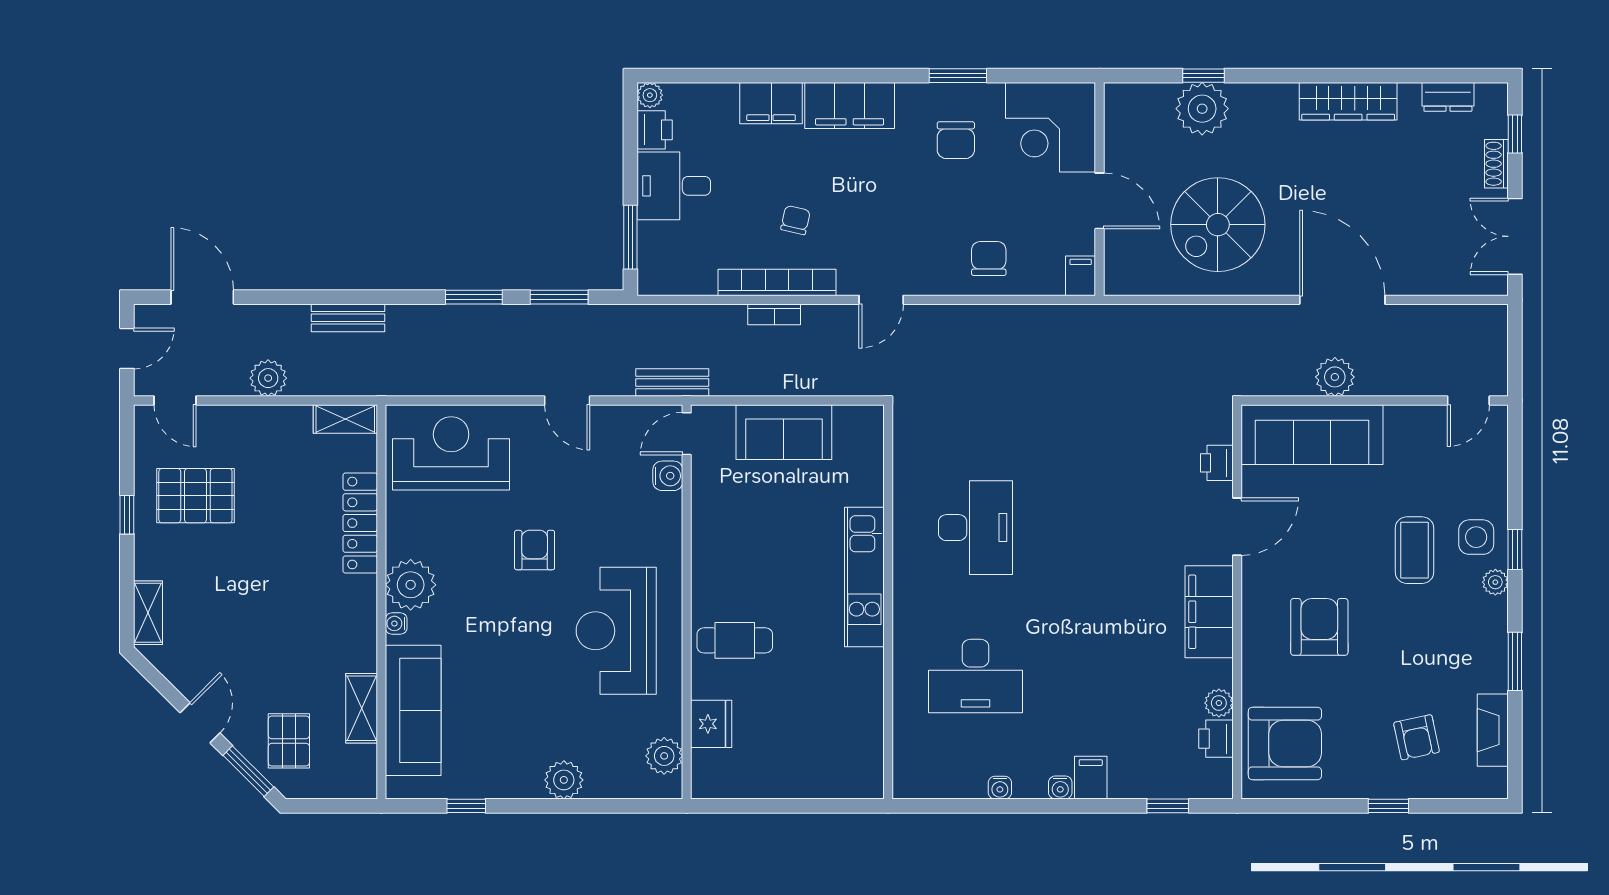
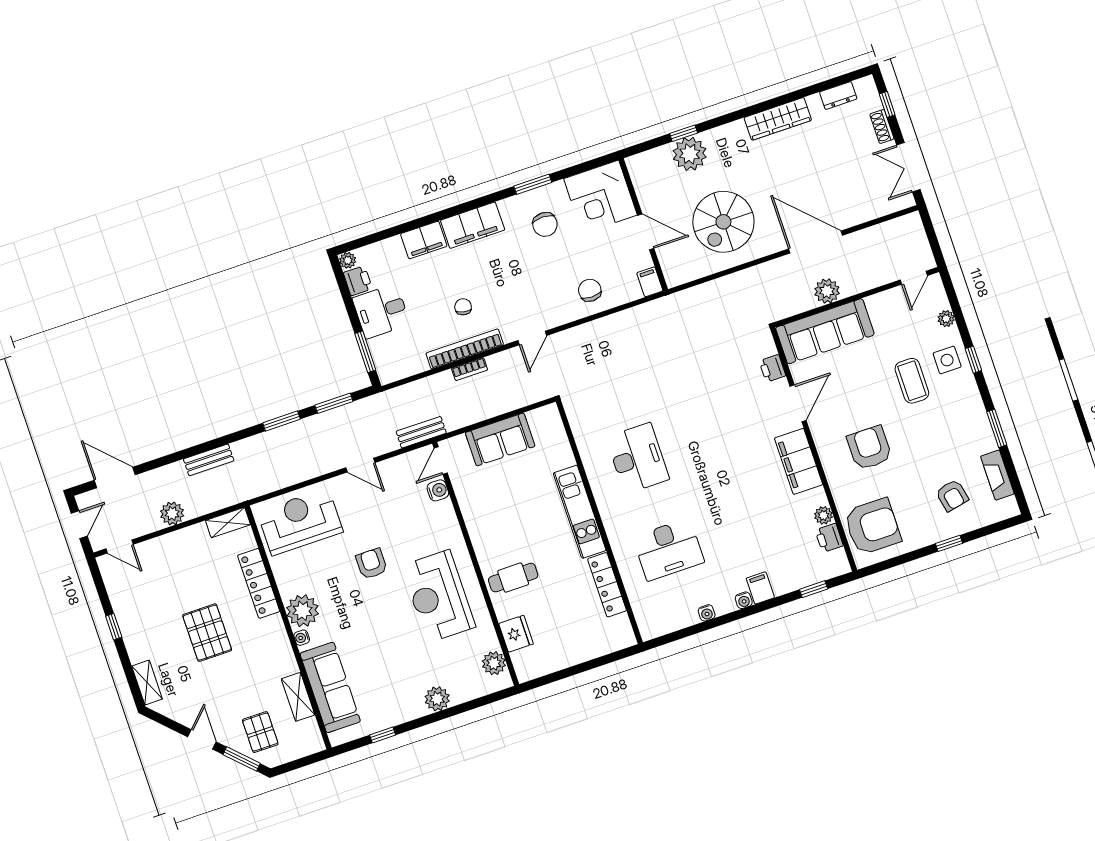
pallet: (195, 496) -> (207, 633), moved, turned 90
plant: (1495, 582) -> (946, 319), moved
locker: (868, 697) -> (607, 585), added

